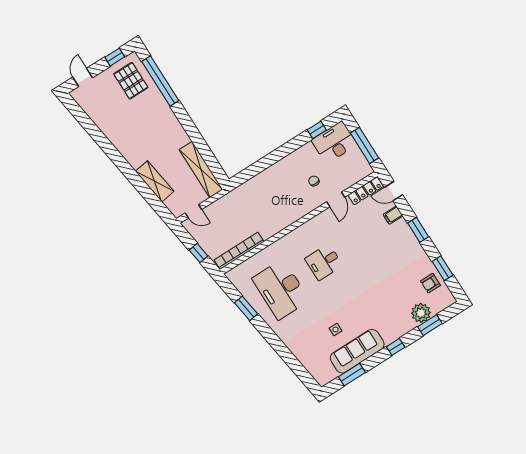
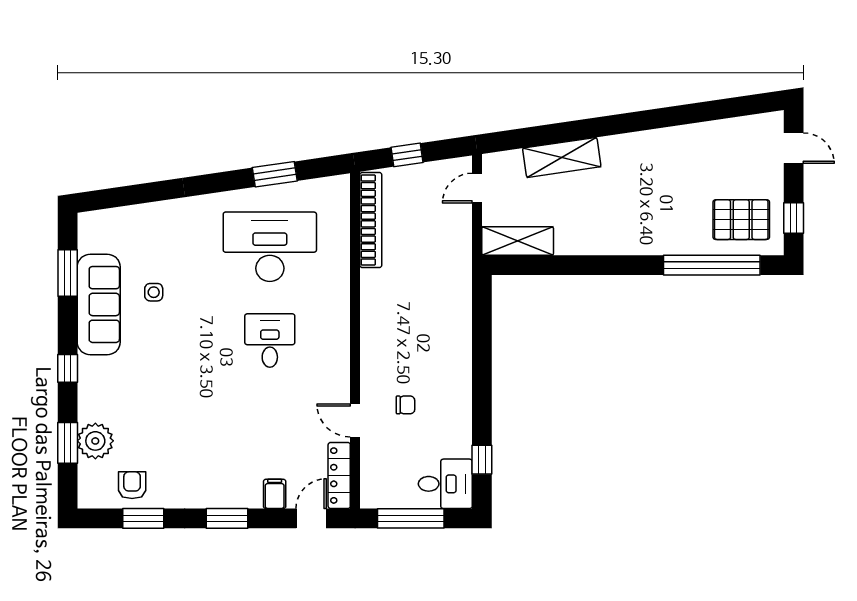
desk: (334, 142) -> (445, 484), width x0.73
shelving: (201, 170) -> (518, 241), width x0.68

